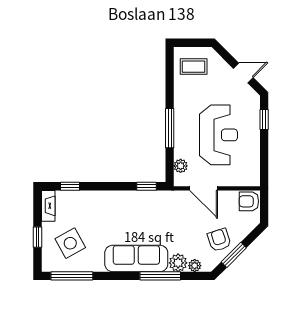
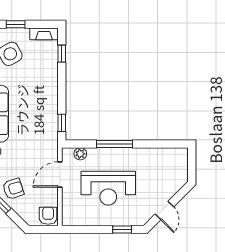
coffee table: (194, 67) -> (170, 165), removed

